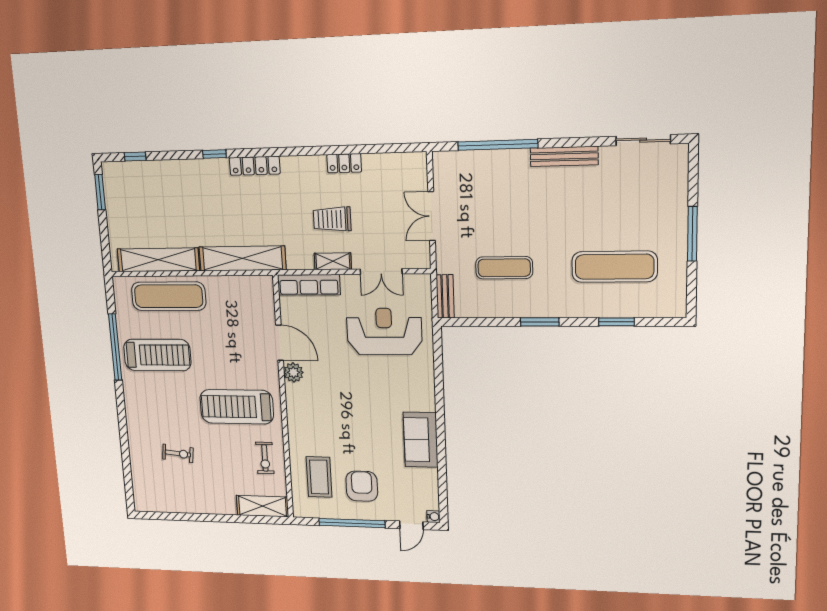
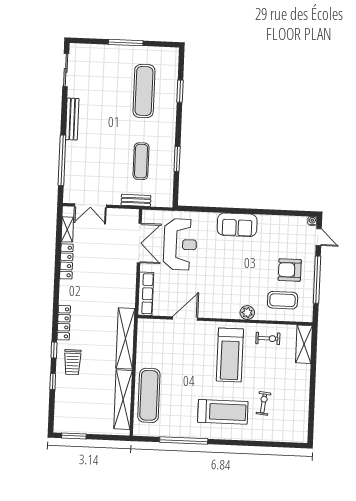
window: (135, 157) -> (53, 382), moved
locker: (344, 163) -> (66, 261), width x1.53
double door: (432, 216) -> (90, 206), moved
trolley: (332, 219) -> (72, 362), moved
shelving: (333, 261) -> (67, 229), moved
double door: (381, 272) -> (139, 243), width x1.37
bench: (445, 296) -> (136, 200), moved
window: (540, 322) -> (177, 159), moved
reception desk: (384, 332) -> (180, 244), turned 180
treadmill: (157, 355) -> (223, 412), moved, turned 90
plant: (293, 372) -> (247, 313), moved
sofa: (421, 440) -> (237, 225), moved

